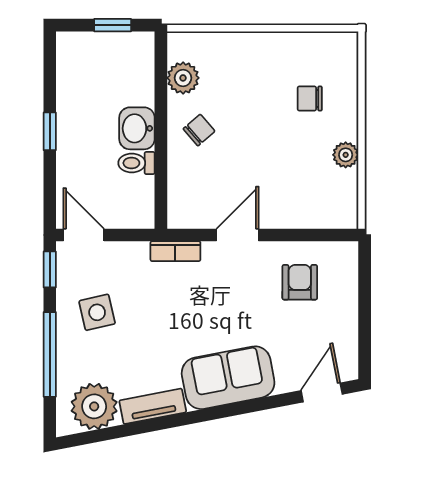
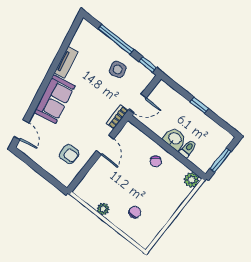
window: (113, 25) -> (221, 160), width x1.50
plant: (183, 78) -> (191, 180), moved
toilet: (136, 163) -> (188, 149), moved
door: (84, 235) -> (138, 104), moved
plant: (94, 406) -> (83, 41), removed

